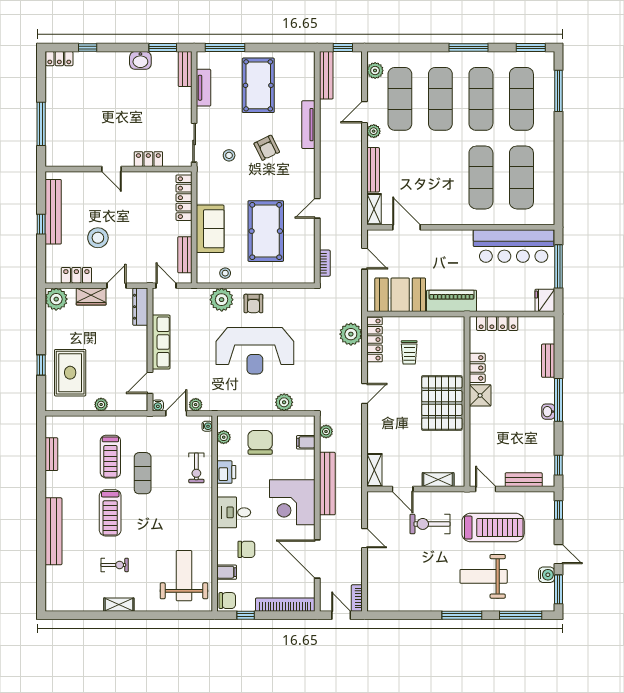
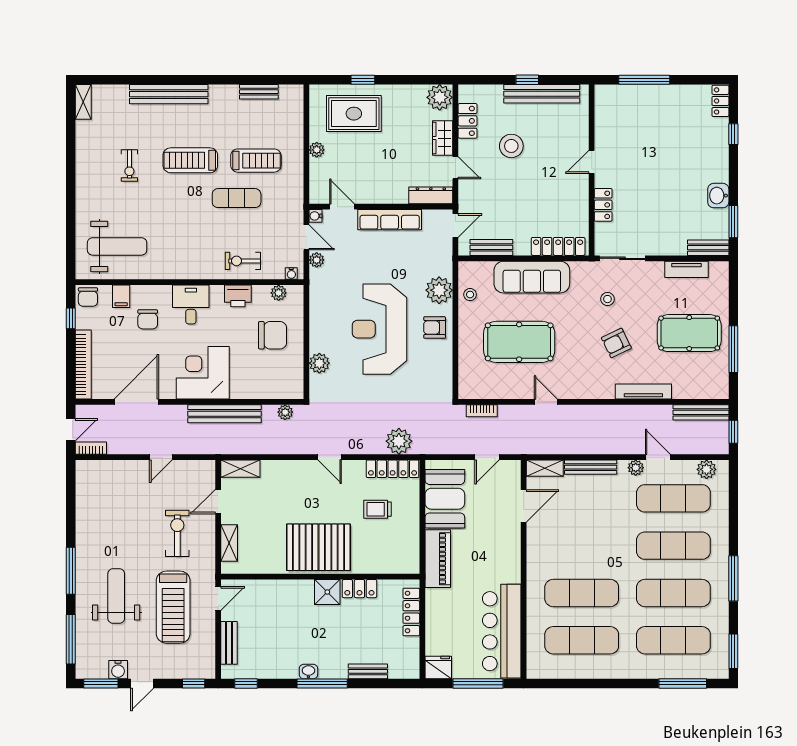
window: (225, 47) -> (733, 349), moved
sofa: (210, 229) -> (532, 277), width x1.36
filing cabinet: (306, 442) -> (273, 388), removed
treadmill: (110, 457) -> (256, 161), turned 180
shelving: (119, 605) -> (83, 102), moved

